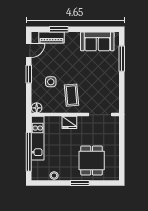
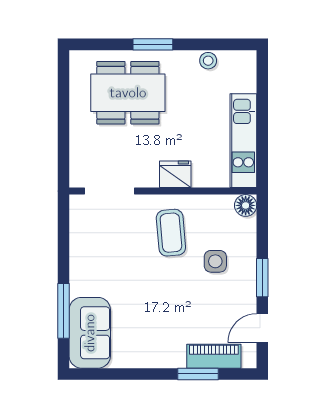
sofa: (97, 41) -> (90, 333), moved, turned 90
window: (29, 152) -> (262, 112), removed
dining table: (92, 161) -> (128, 93), width x1.37

